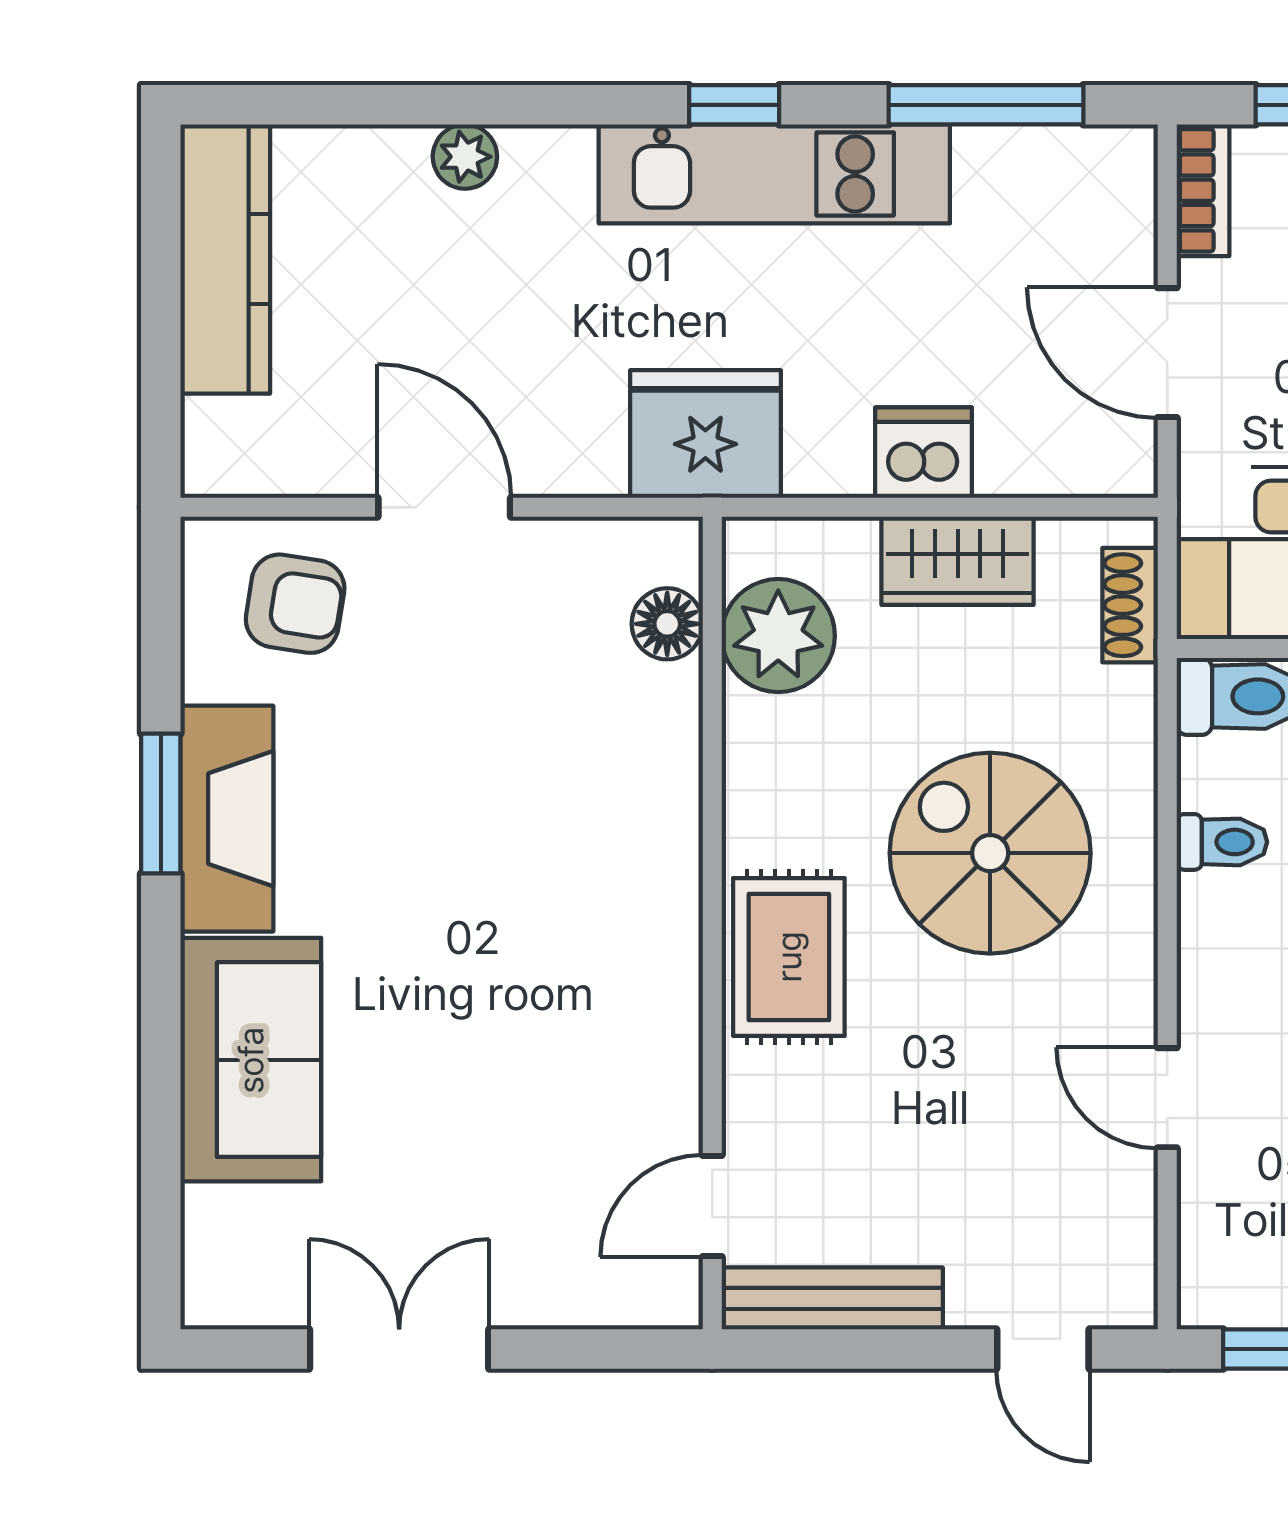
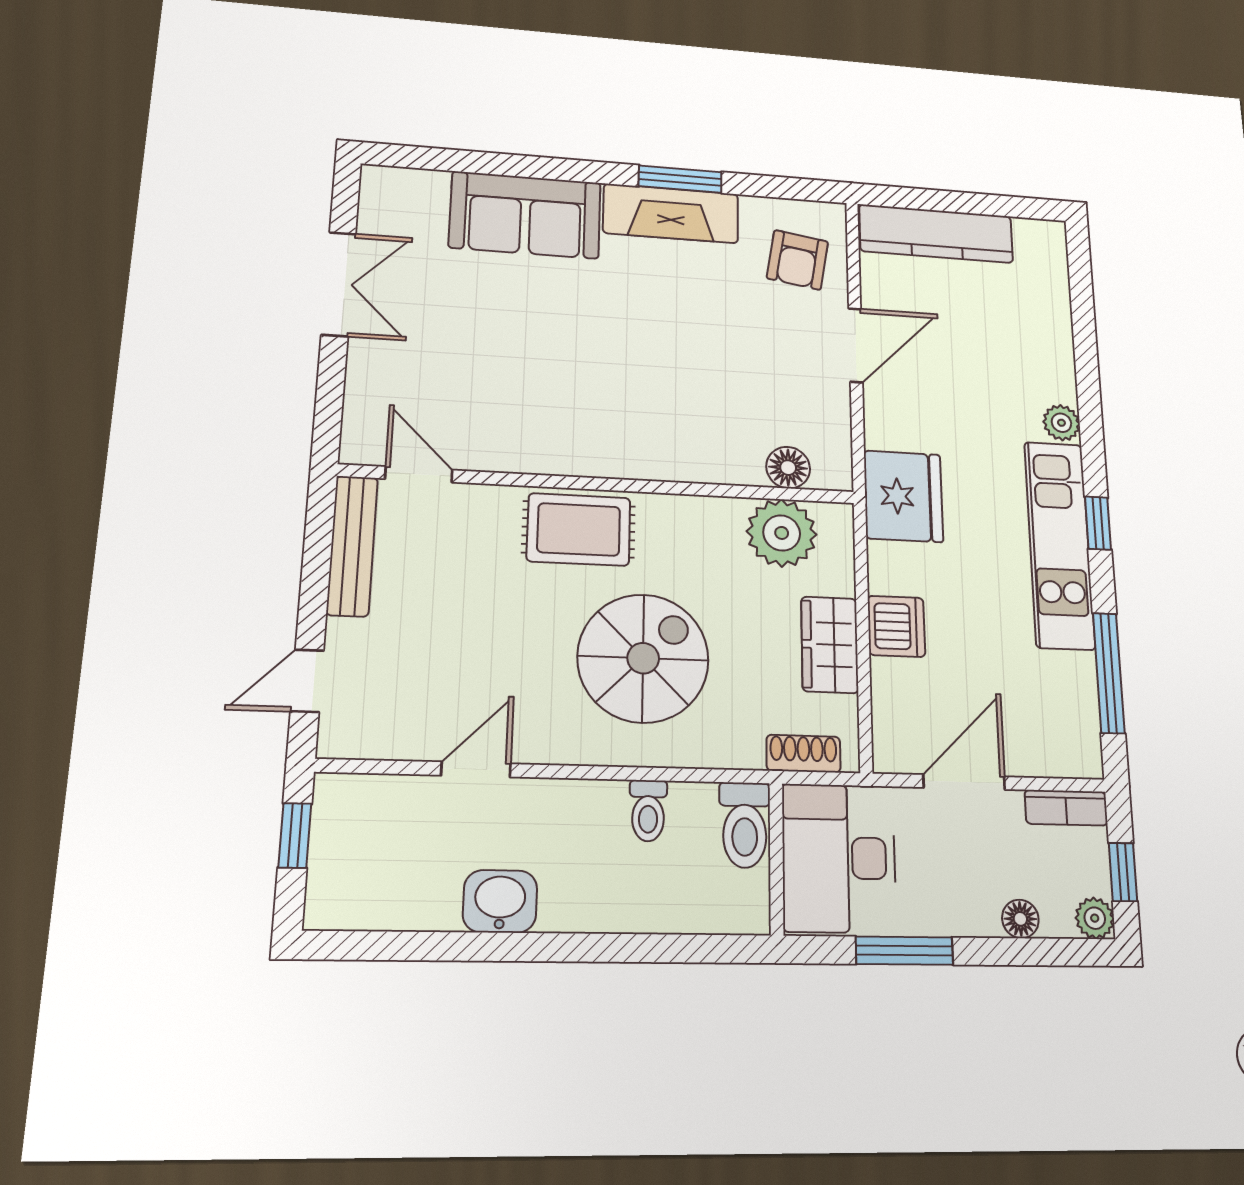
plant: (465, 157) -> (1061, 423), moved
kitchen counter: (225, 259) -> (936, 234), moved

